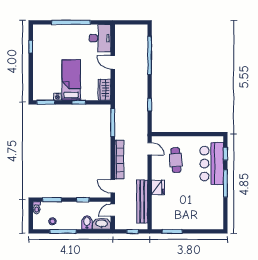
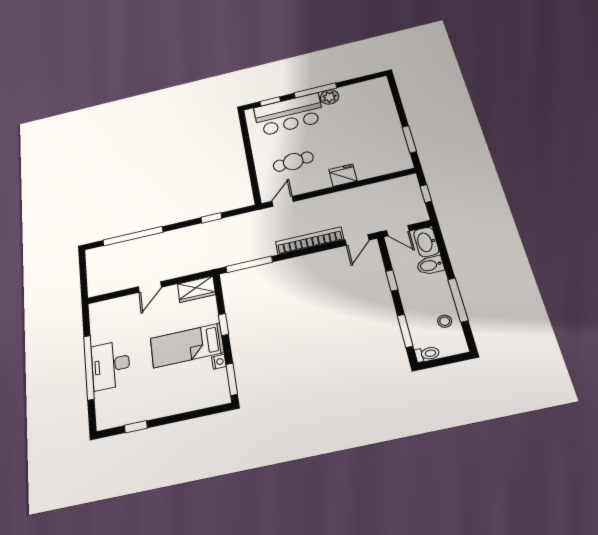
desk: (100, 38) -> (111, 365), moved, turned -90
plant: (218, 191) -> (330, 97), added
bench: (142, 201) -> (372, 192), removed

